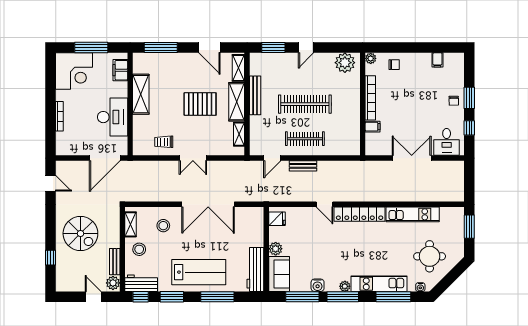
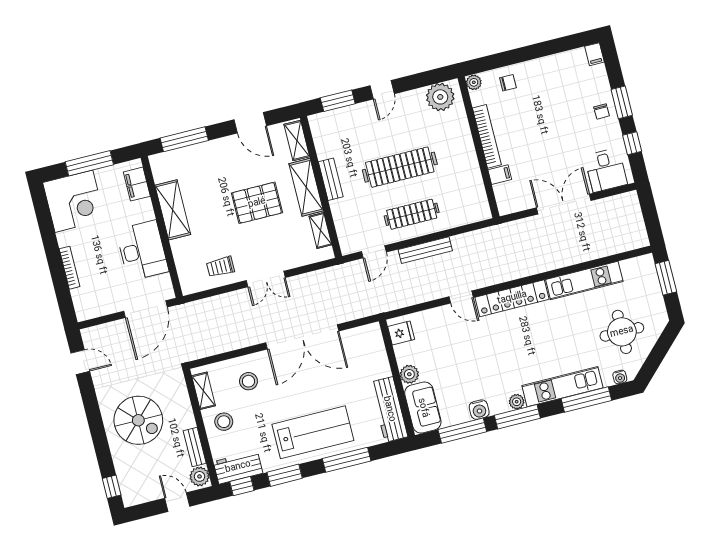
filing cabinet: (437, 60) -> (594, 54), moved
bench: (255, 95) -> (331, 179), width x0.73
bench: (303, 166) -> (425, 250), width x1.36
window: (50, 258) -> (112, 487), moved

